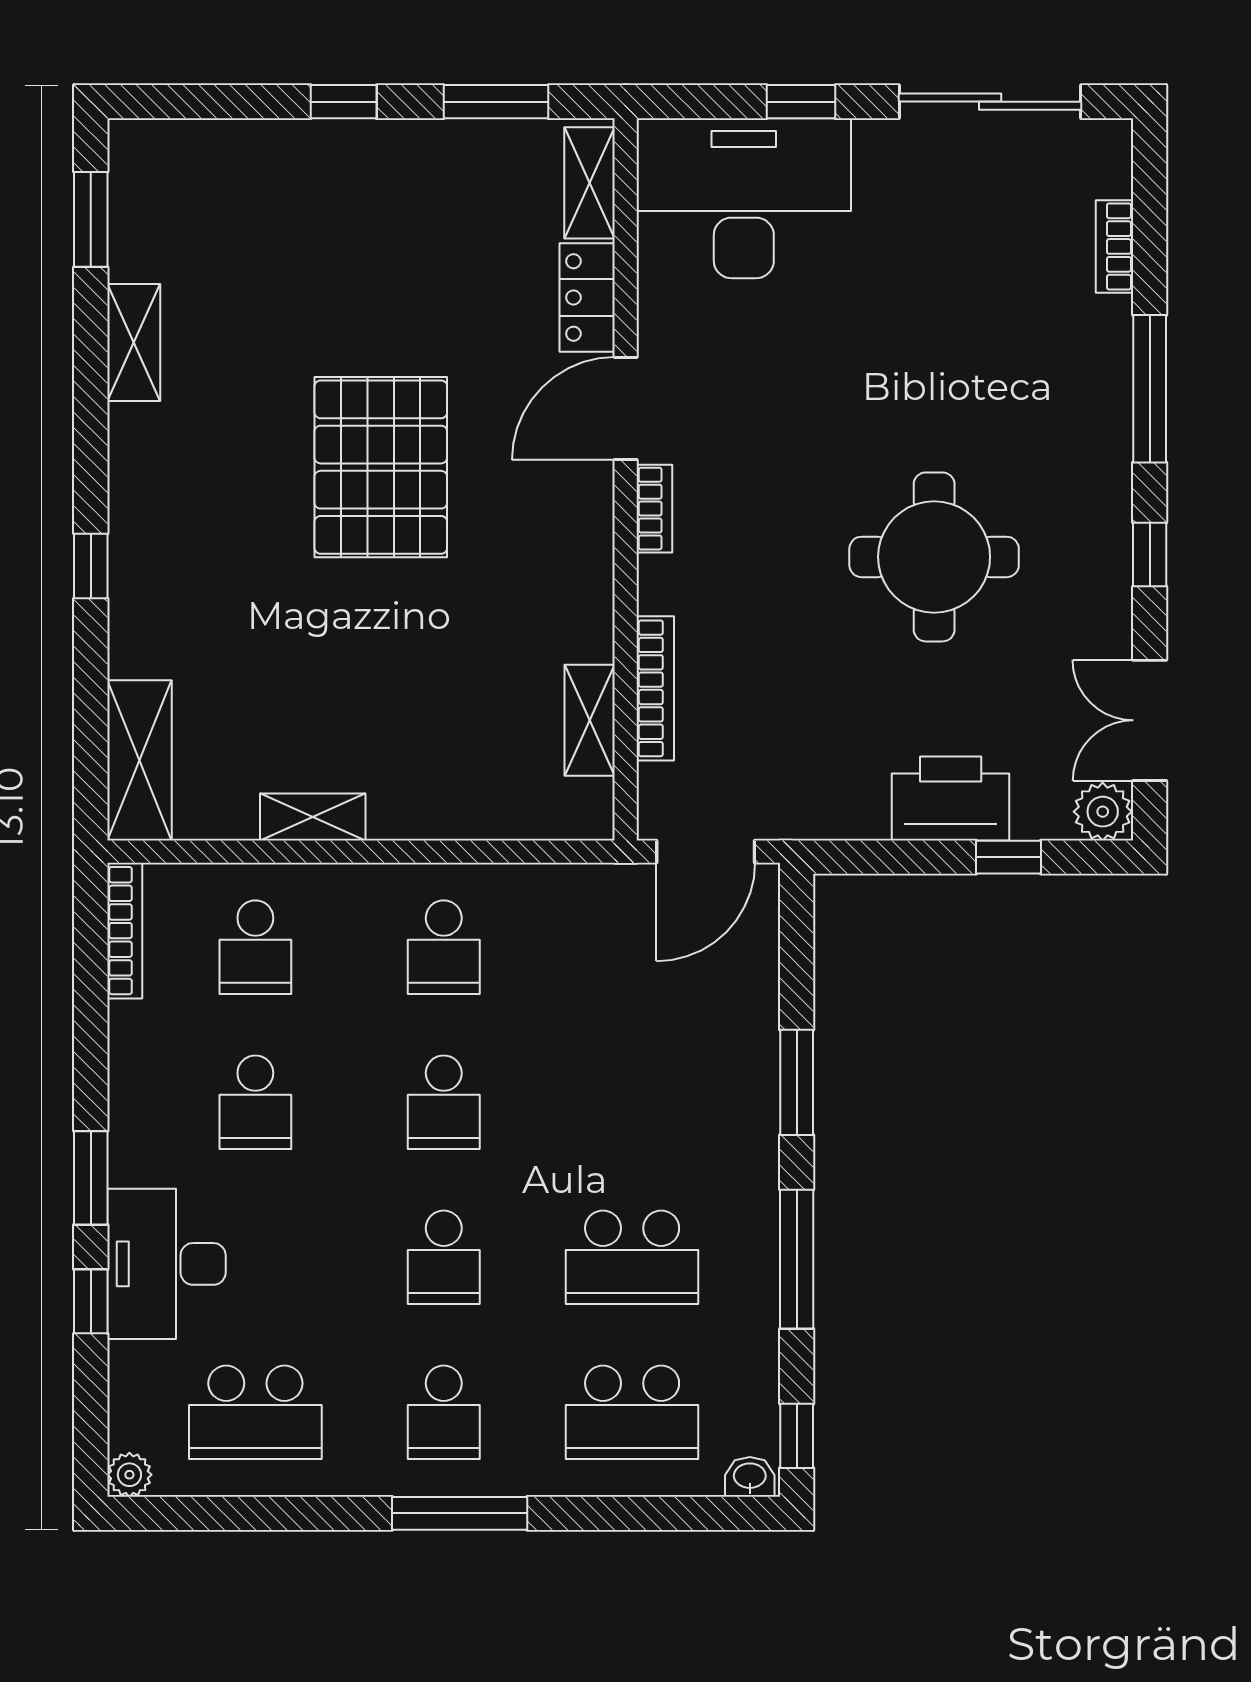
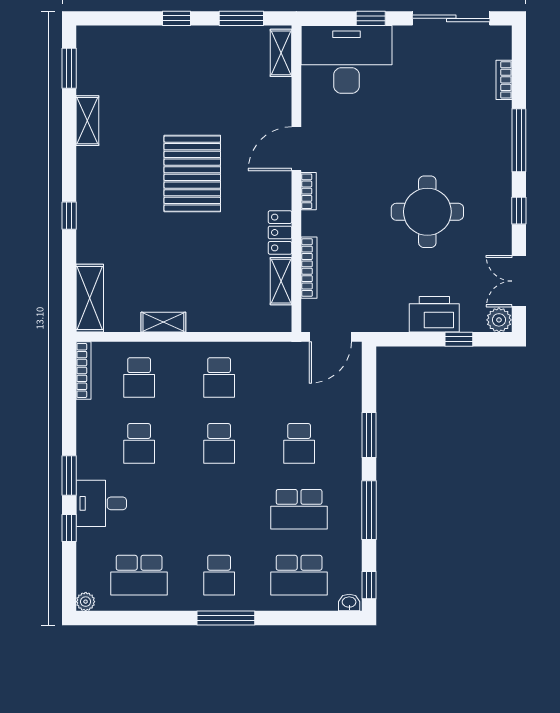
locker: (587, 297) -> (280, 232), moved
school desk: (444, 1257) -> (299, 443), moved
desk: (166, 1264) -> (101, 503), width x0.73

